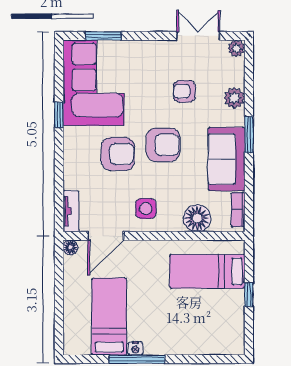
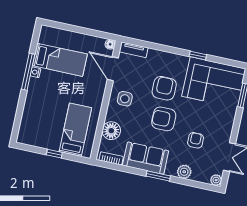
armchair: (163, 145) -> (164, 119), turned 90
armchair: (118, 154) -> (164, 88), turned 180

